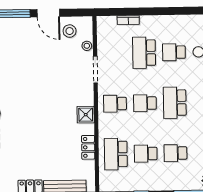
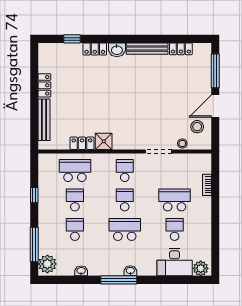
shower: (86, 115) -> (104, 141), moved

